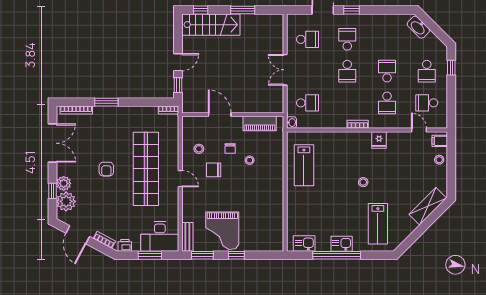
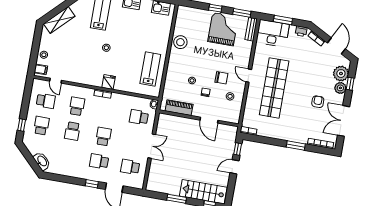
school desk: (347, 39) -> (99, 161), turned 90
fridge: (379, 140) -> (109, 82), moved
armchair: (106, 169) -> (318, 102), moved
stool: (272, 205) -> (180, 42), added

